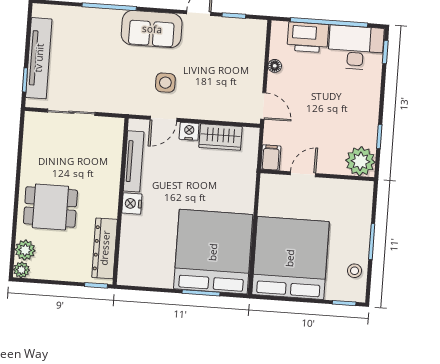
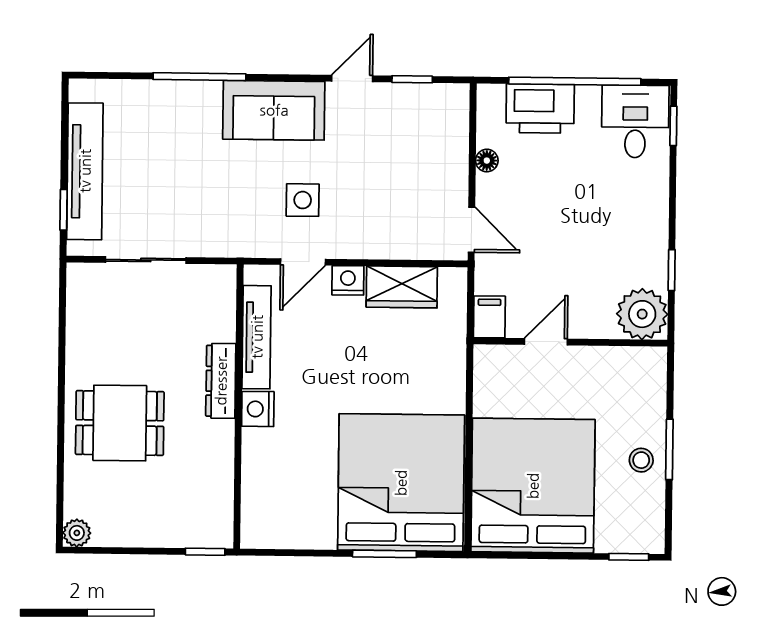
desk: (356, 48) -> (635, 121), width x0.73
dresser: (105, 248) -> (221, 381), moved, width x0.73, depth x0.80
plant: (25, 250) -> (81, 499), removed
stool: (355, 271) -> (641, 460), moved

